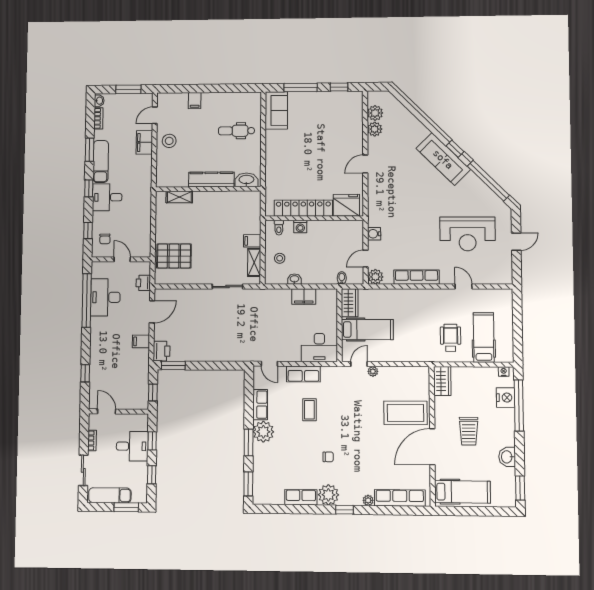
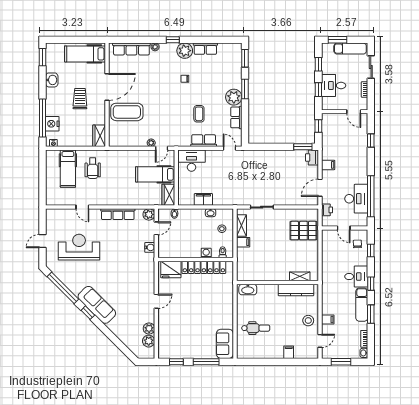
filing cabinet: (144, 142) -> (328, 319), width x0.50
kitchen counter: (211, 179) -> (296, 290), moved

